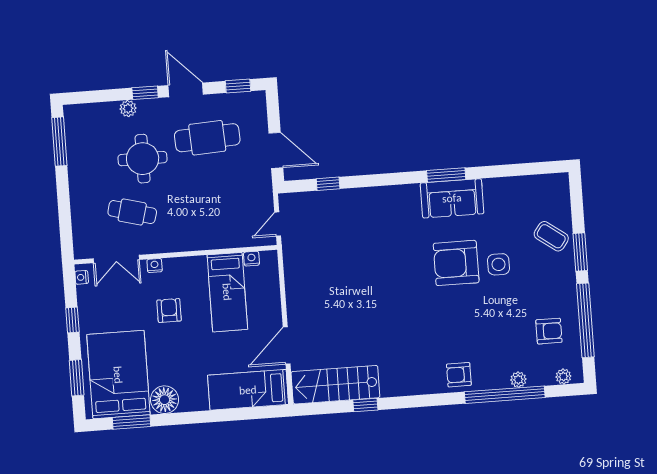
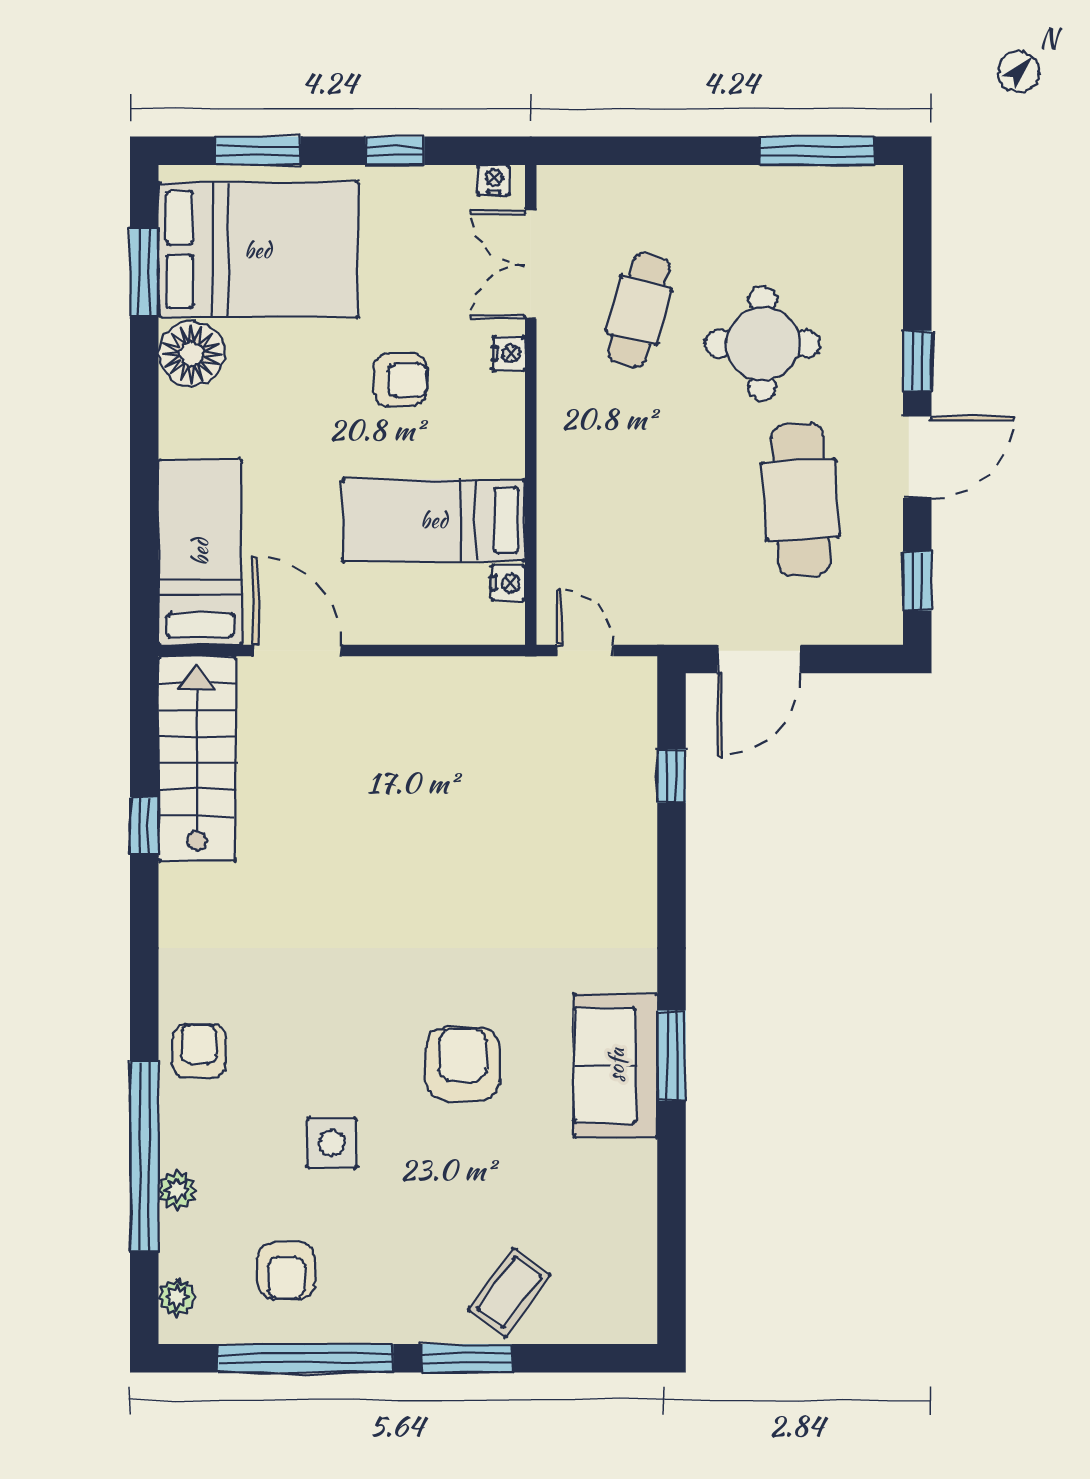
plant: (128, 109) -> (883, 318), removed
armchair: (456, 263) -> (463, 1064), width x0.73, depth x0.73
side table: (498, 264) -> (332, 1143), moved

